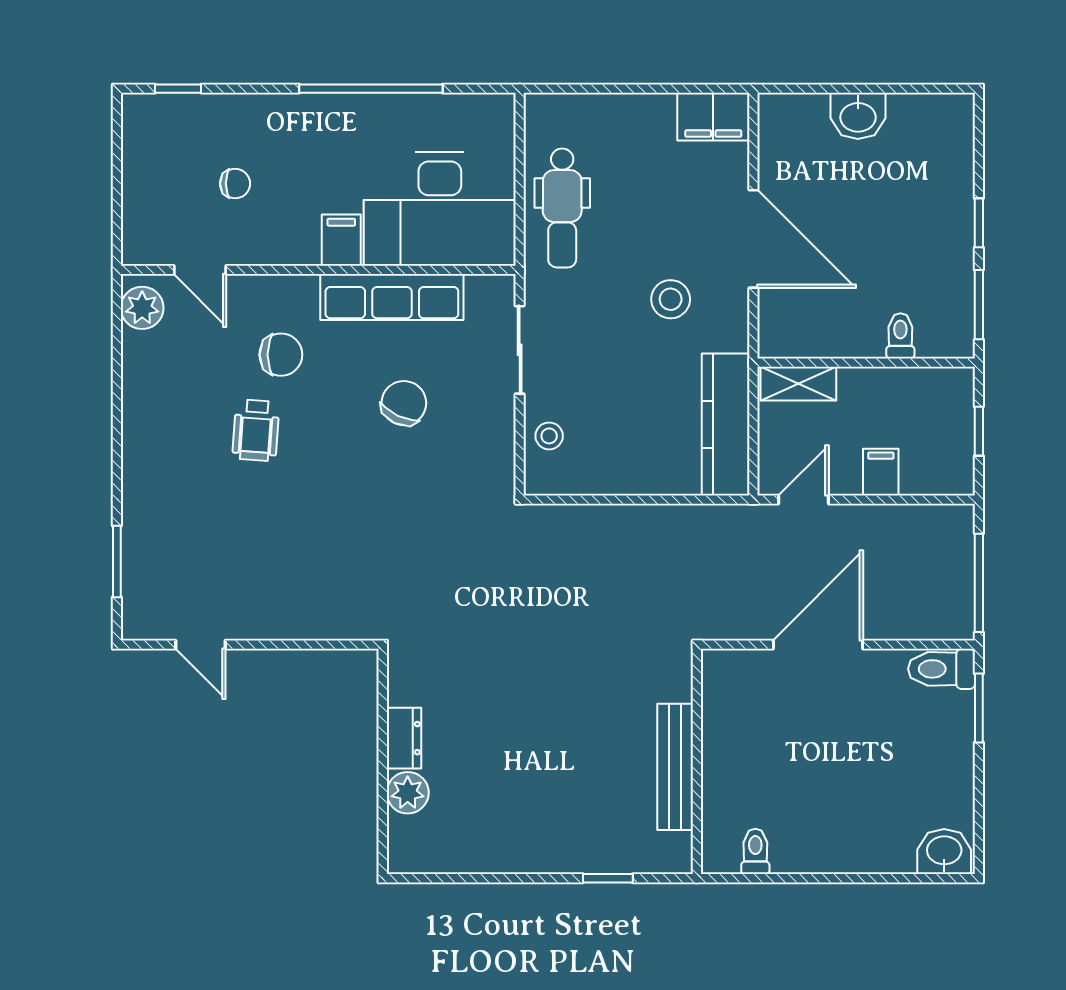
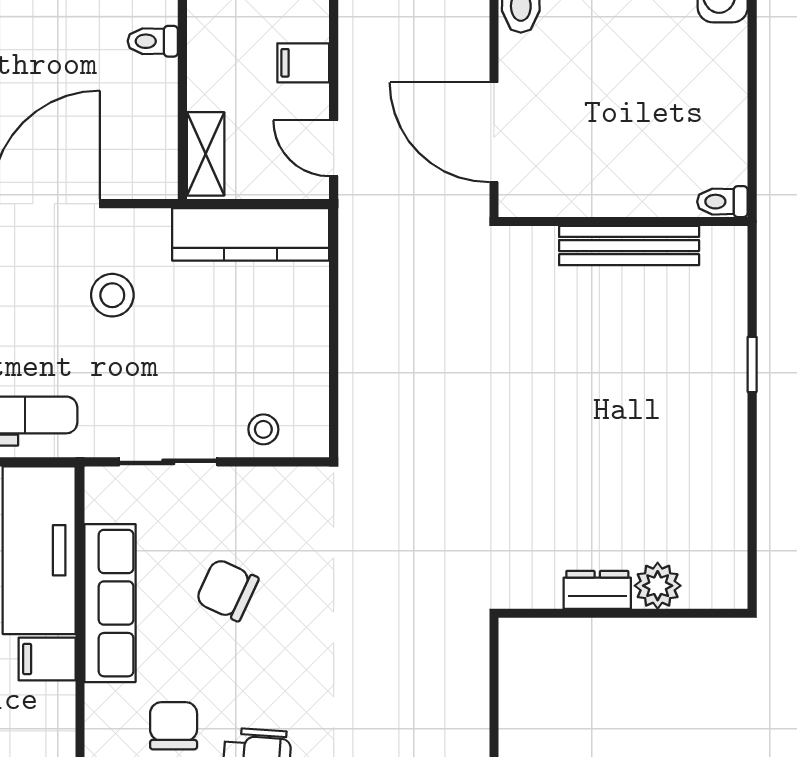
wall: (697, 761) -> (623, 221), moved
bench: (675, 767) -> (629, 246), moved

